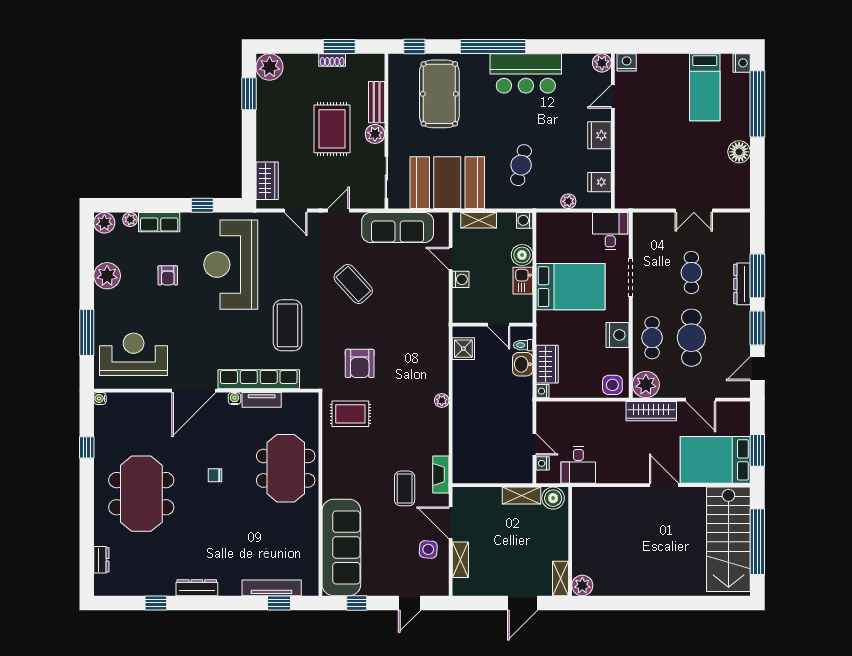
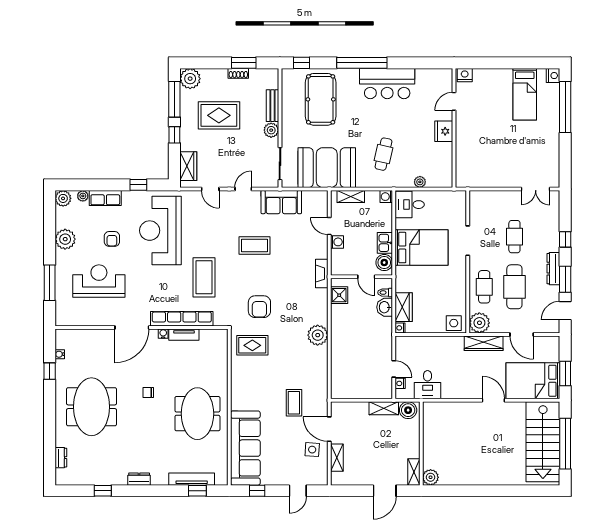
plant: (602, 63) -> (446, 75), removed
window: (249, 94) -> (174, 99), width x1.44
rug: (332, 129) -> (219, 115), moved, turned 90
window: (249, 140) -> (174, 135), added
floor lamp: (739, 152) -> (551, 144), removed
fridge: (599, 182) -> (444, 167), removed
double door: (694, 211) -> (536, 189), moved
sofa: (398, 228) -> (281, 202), width x0.73
desk: (610, 231) -> (410, 205), moved, turned -90
boiler: (522, 255) -> (384, 263), moved
window: (757, 276) -> (565, 239), width x0.46
coffee table: (353, 284) -> (254, 246), turned -48
dresser: (742, 284) -> (553, 269), moved
nightstand: (618, 335) -> (458, 285), removed
reception desk: (134, 354) -> (99, 281), moved
water cooler: (100, 399) -> (60, 354), moved
plant: (442, 401) -> (318, 335), width x1.88, depth x1.88
meeting table: (286, 468) -> (197, 414), moved
fireplace: (441, 474) -> (322, 274), moved
dresser: (197, 588) -> (139, 479), width x0.70

